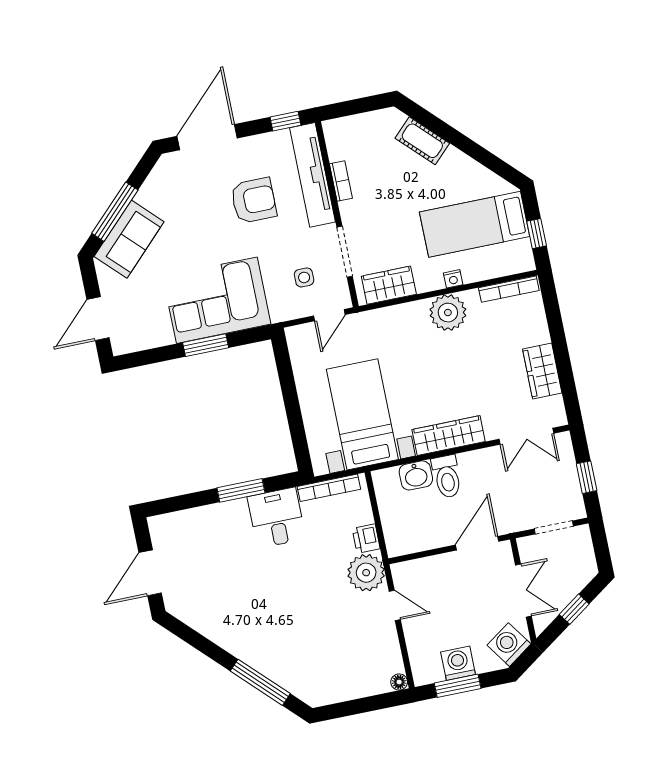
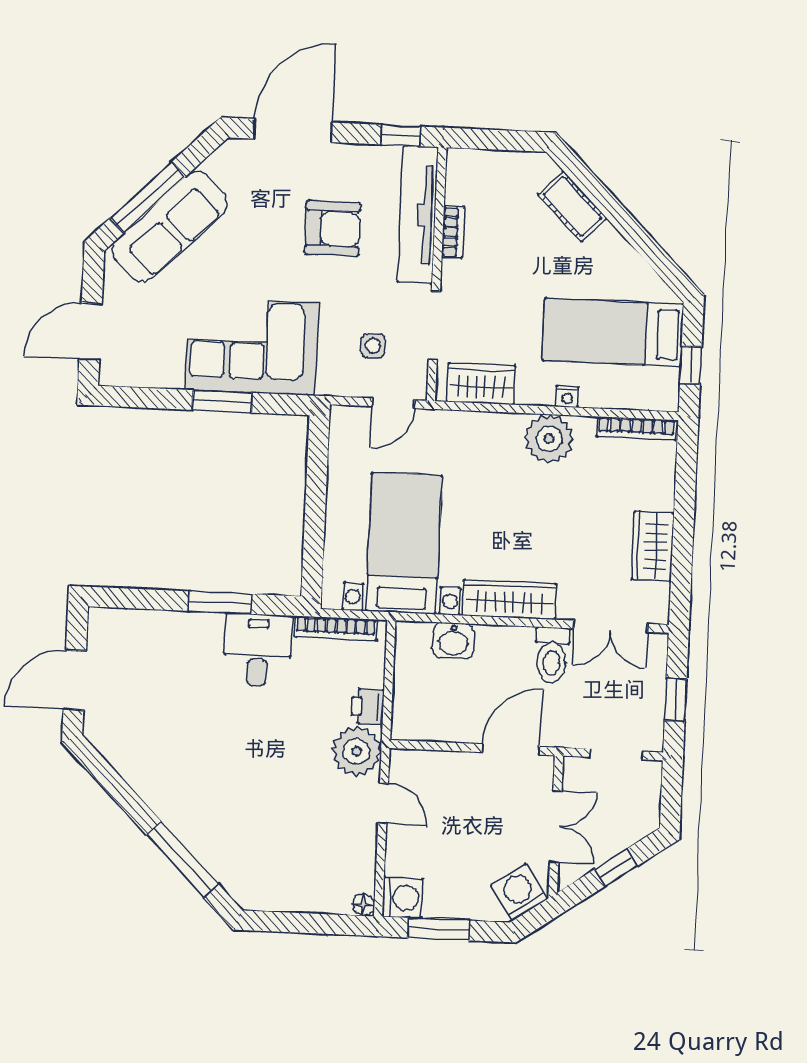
sofa: (129, 239) -> (170, 227), width x1.36
toilet: (447, 477) -> (552, 655), moved
washing machine: (458, 663) -> (403, 898), moved, turned 90

